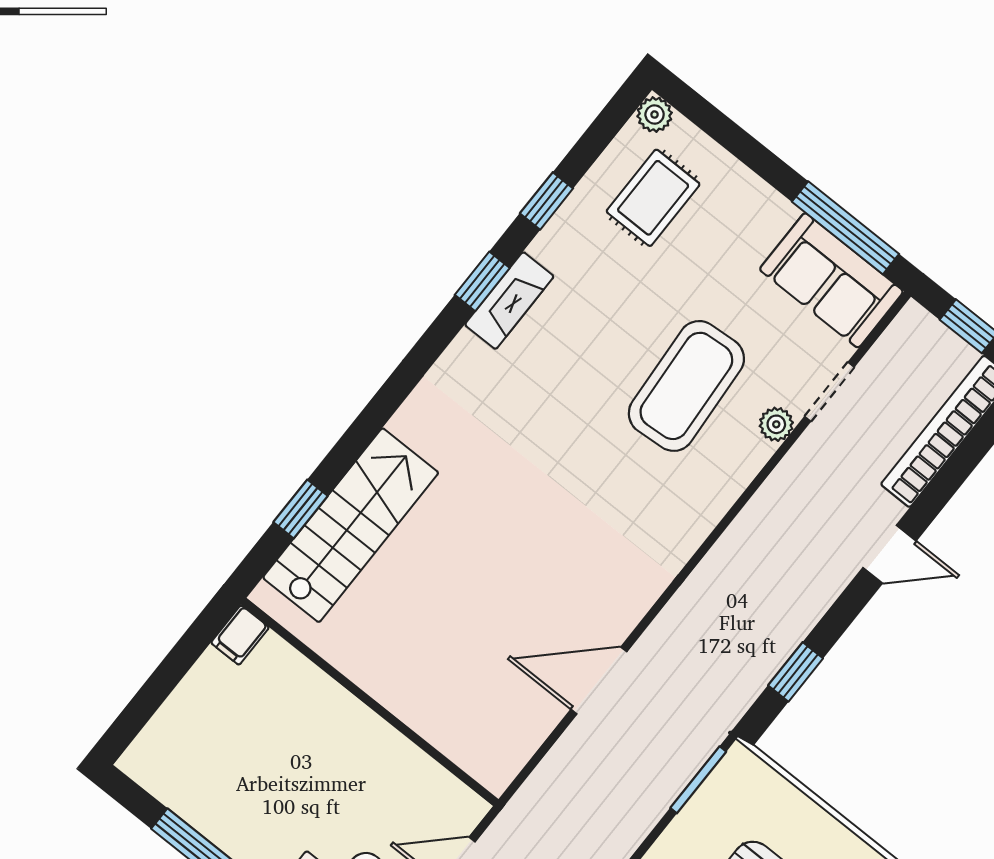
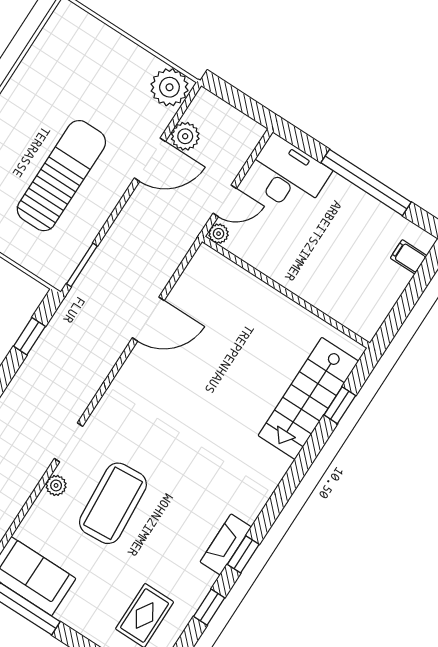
doorway: (829, 392) -> (69, 442), moved
filing cabinet: (240, 635) -> (409, 257), moved, turned -90
plant: (470, 809) -> (219, 234), added

